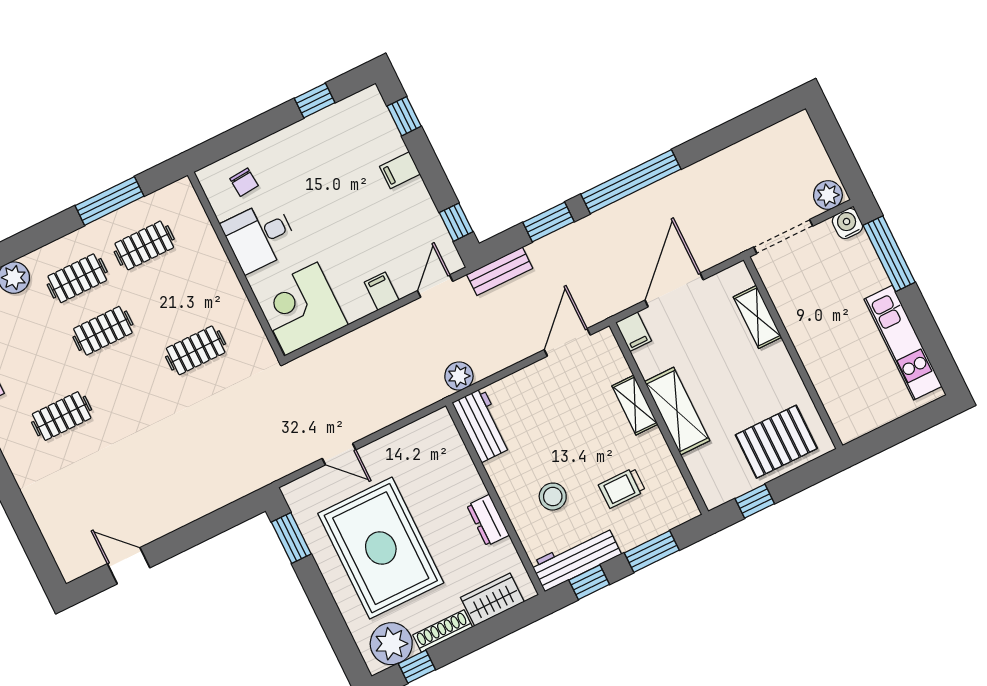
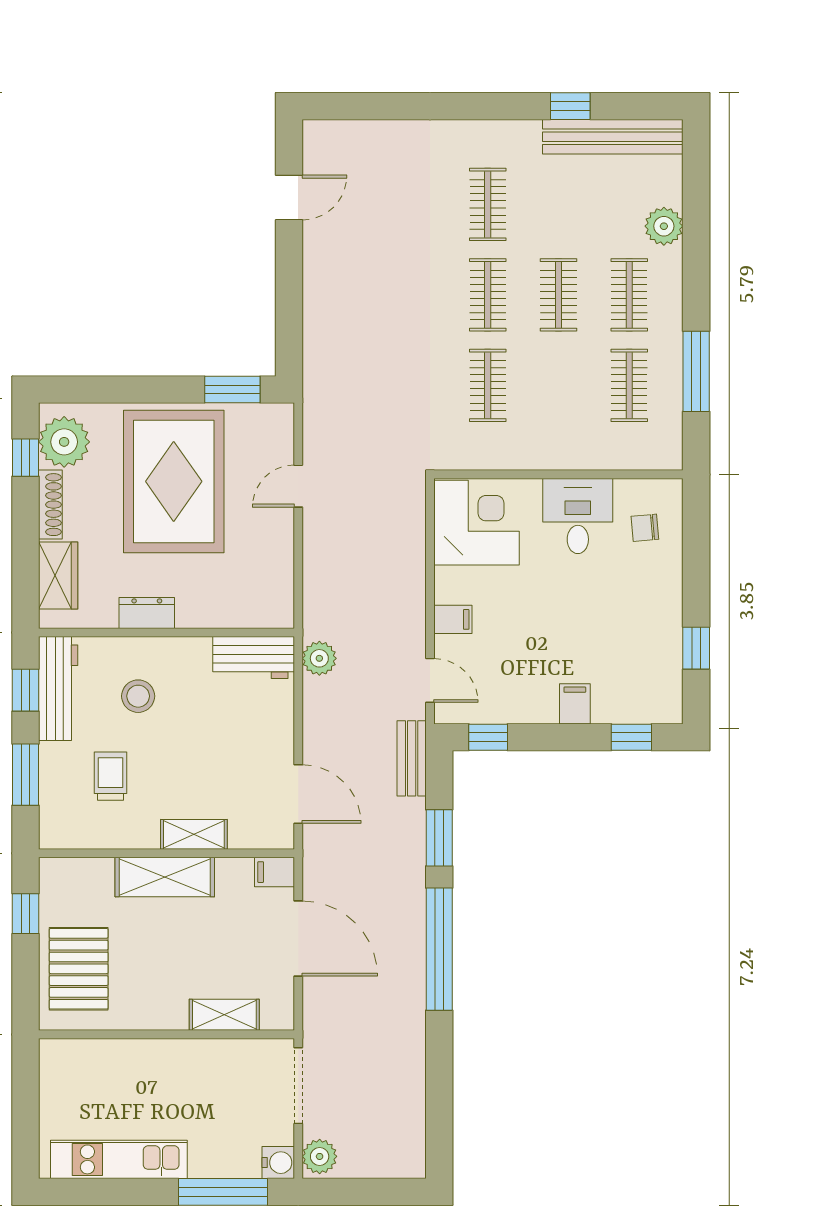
clothes rail: (129, 383) -> (488, 295), added
rug: (381, 548) -> (174, 481), turned 90

